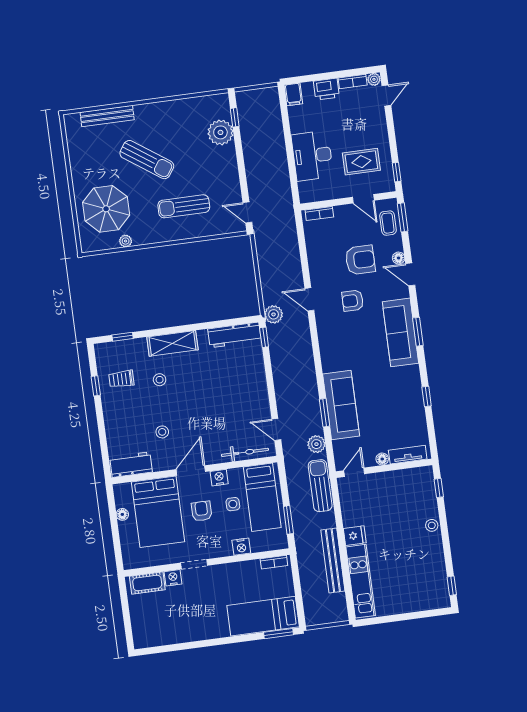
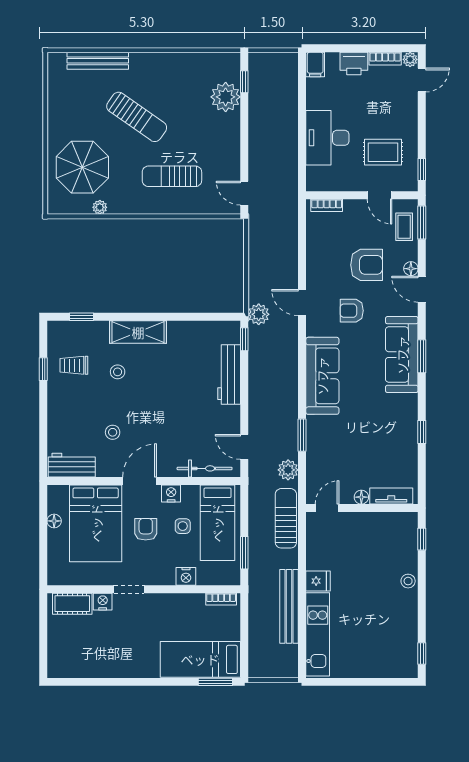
workbench: (234, 335) -> (229, 375), moved, turned 90
sofa: (341, 405) -> (322, 376), moved

